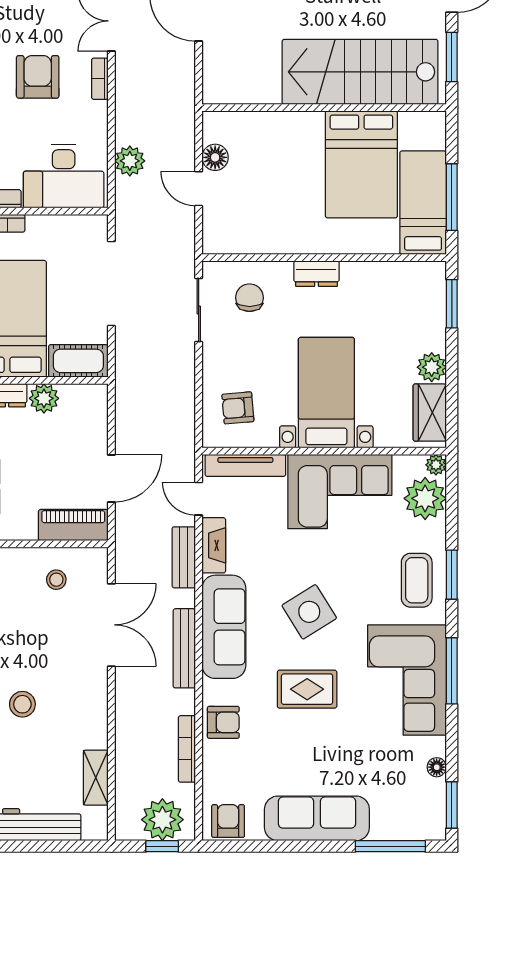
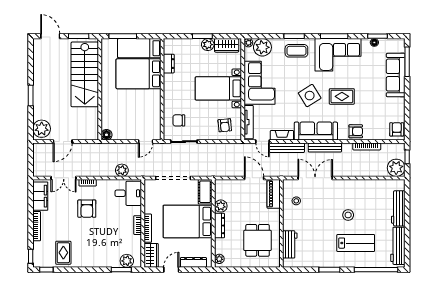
armchair: (38, 77) -> (87, 209), turned -90
floor lamp: (215, 157) -> (106, 135), moved
bed: (361, 164) -> (138, 74), moved, turned 180
desk: (64, 176) -> (128, 193), width x0.73
door: (199, 189) -> (146, 142), moved
window: (452, 197) -> (123, 36), moved
dresser: (316, 274) -> (169, 64), moved
window: (452, 304) -> (202, 36), moved
door: (199, 499) -> (262, 142), hinge flipped
bench: (184, 557) -> (287, 148), width x1.36
rug: (307, 689) -> (342, 96), turned 90
armchair: (223, 722) -> (356, 131), turned 90
shelving: (96, 778) -> (379, 184), removed
window: (452, 805) -> (377, 36), moved
sofa: (317, 818) -> (396, 75), moved
plant: (162, 820) -> (396, 168), moved
armchair: (228, 821) -> (397, 129), turned 90

